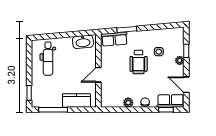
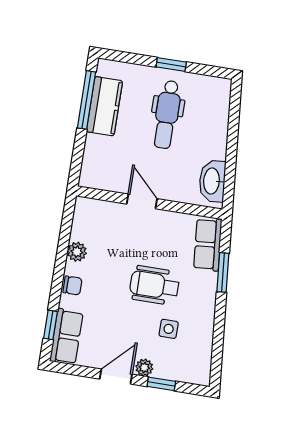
dental chair: (48, 59) -> (167, 115), moved, turned -90
door: (186, 85) -> (116, 377), moved
window: (29, 93) -> (171, 64), moved
kitchen counter: (76, 100) -> (104, 106), moved

